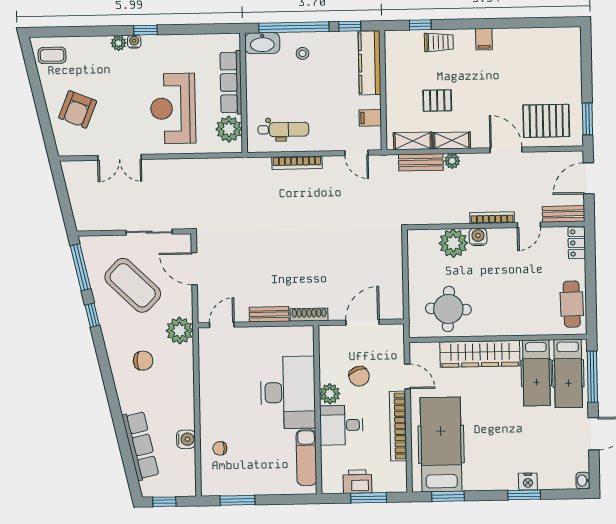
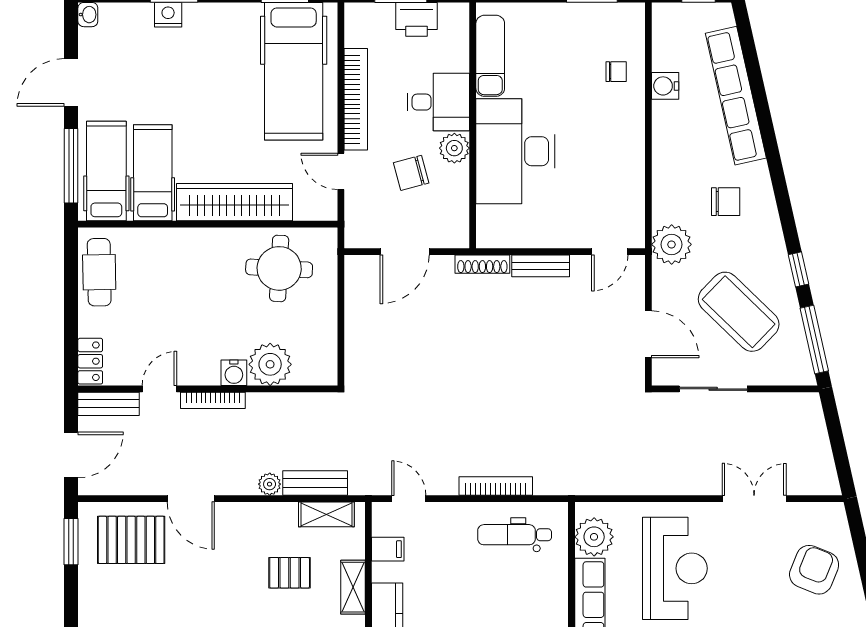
shelving: (452, 140) -> (353, 587), moved, turned 90
chair: (143, 361) -> (726, 202), turned 180
chair: (359, 376) -> (411, 173), turned -84
row of seats: (140, 446) -> (736, 96), width x1.36

